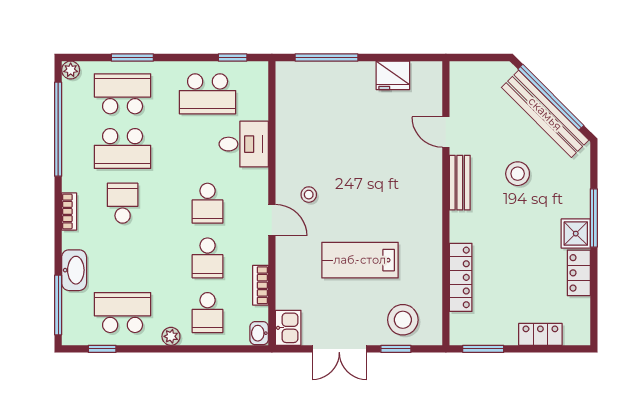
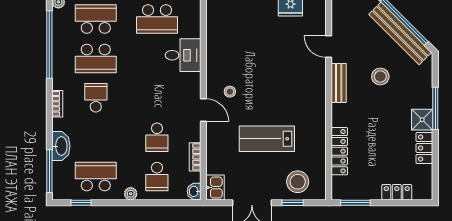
school desk: (208, 203) -> (157, 98), removed

